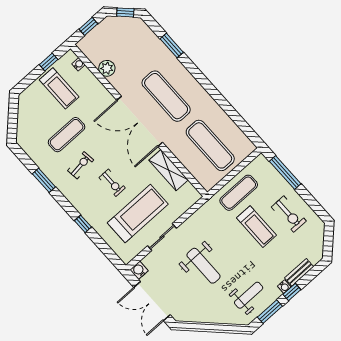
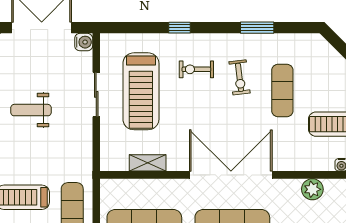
shelving: (169, 170) -> (148, 163), width x0.67, depth x0.75
exercise bike: (112, 183) -> (196, 69), moved
weight bench: (204, 266) -> (31, 110), width x0.73, depth x0.75

